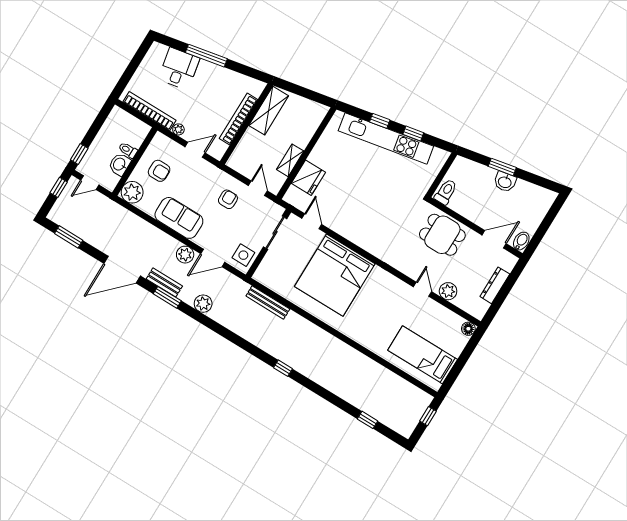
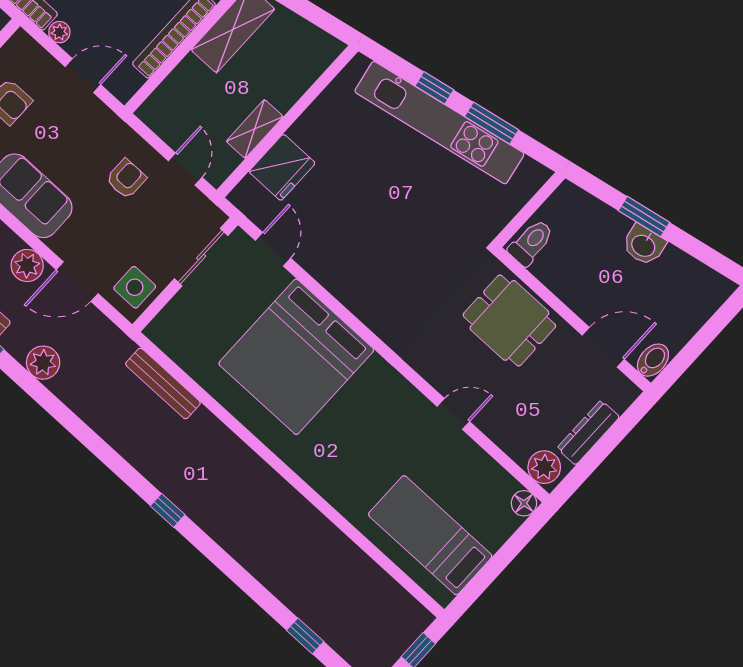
window: (413, 133) -> (492, 123), width x1.50
door: (423, 289) -> (453, 414), hinge flipped
plant: (448, 291) -> (544, 467), moved

